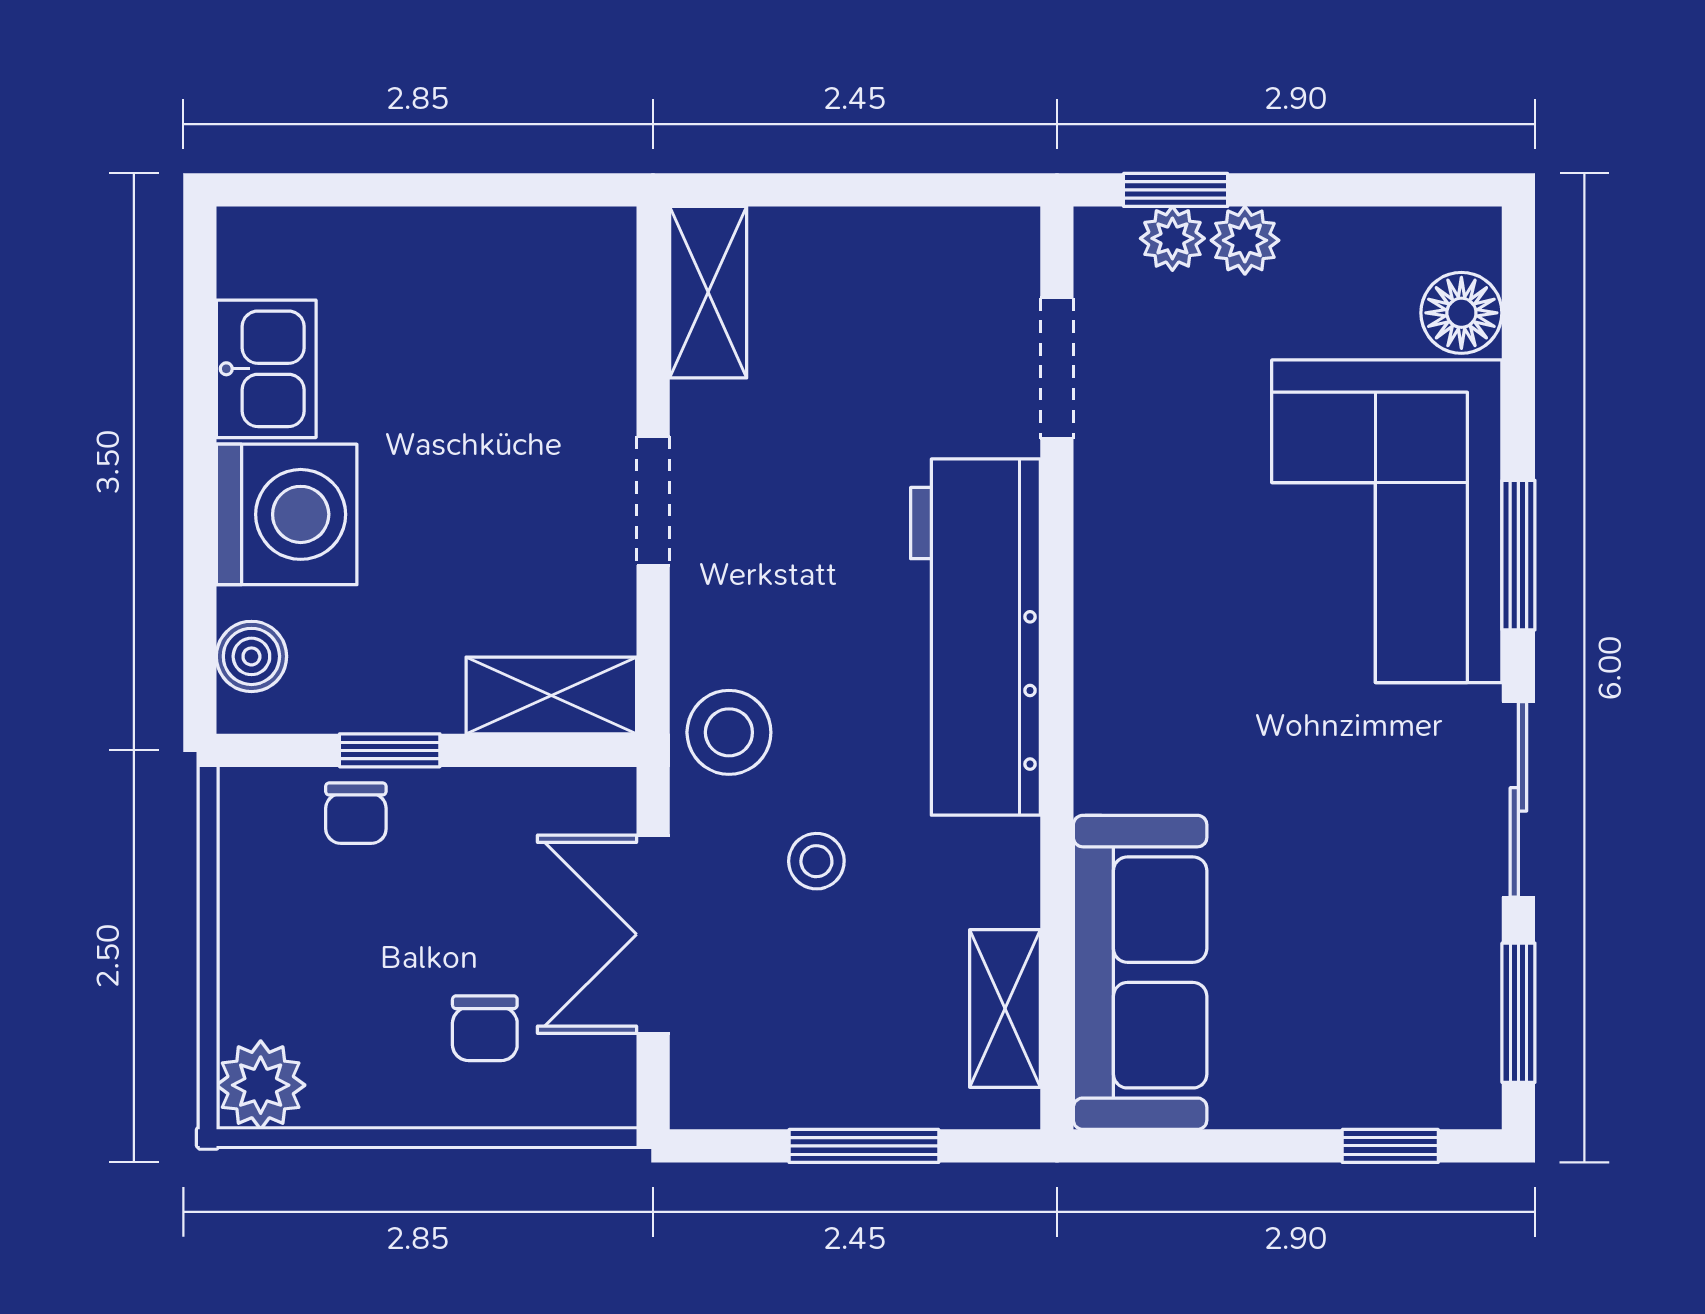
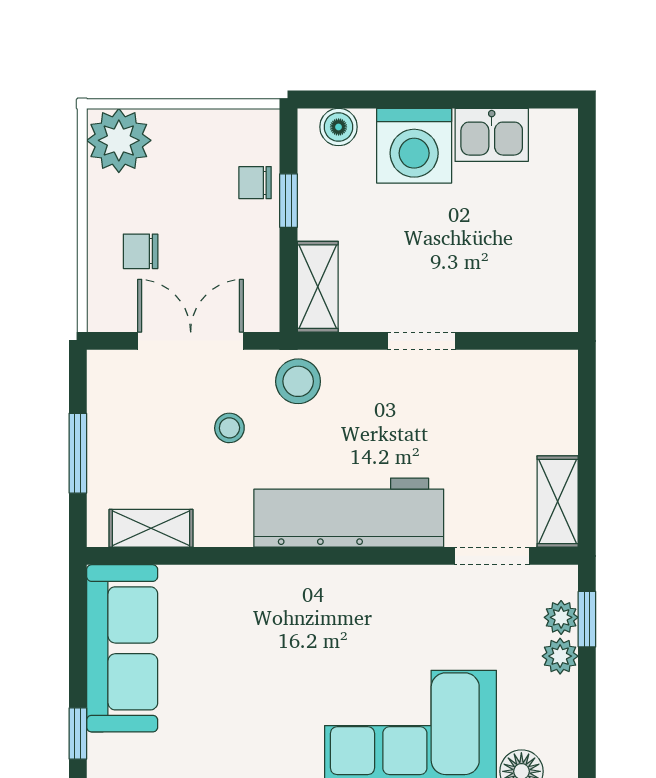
shelving: (708, 292) -> (558, 502), moved, turned 90
sofa: (1140, 972) -> (122, 648), moved, turned -90
plant: (261, 1085) -> (119, 140), width x1.36, depth x1.36

